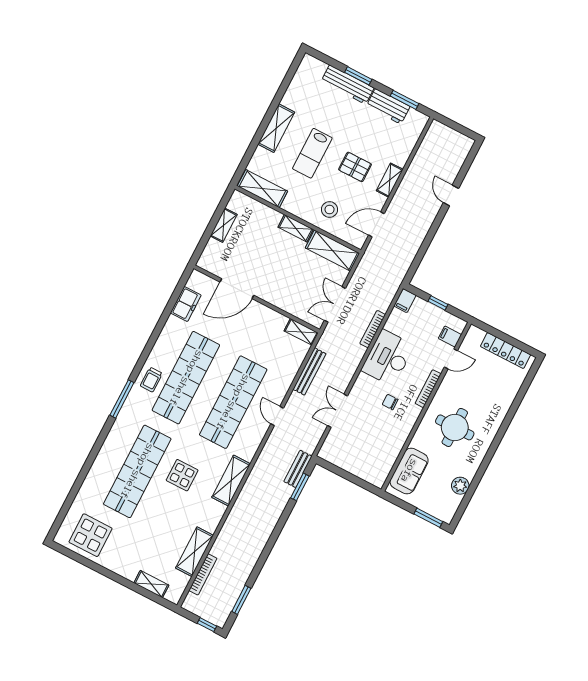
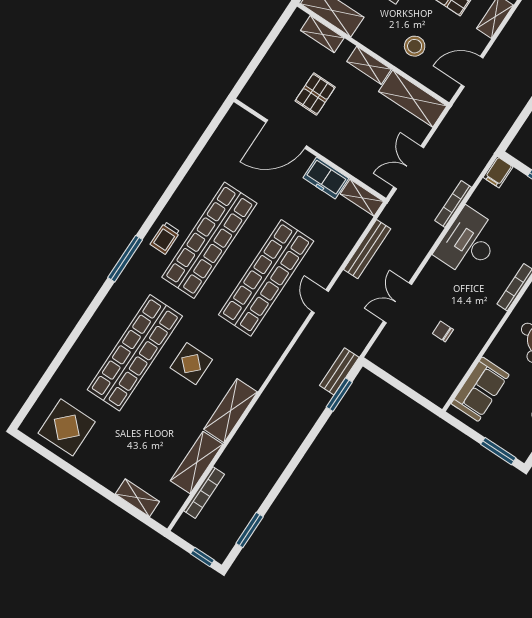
shelving: (224, 225) -> (322, 34), moved, turned 90
pallet: (256, 255) -> (315, 94), added
freezer: (186, 304) -> (326, 178), moved, turned 90
chair: (390, 402) -> (443, 331), moved
shelving: (231, 481) -> (231, 411), moved

